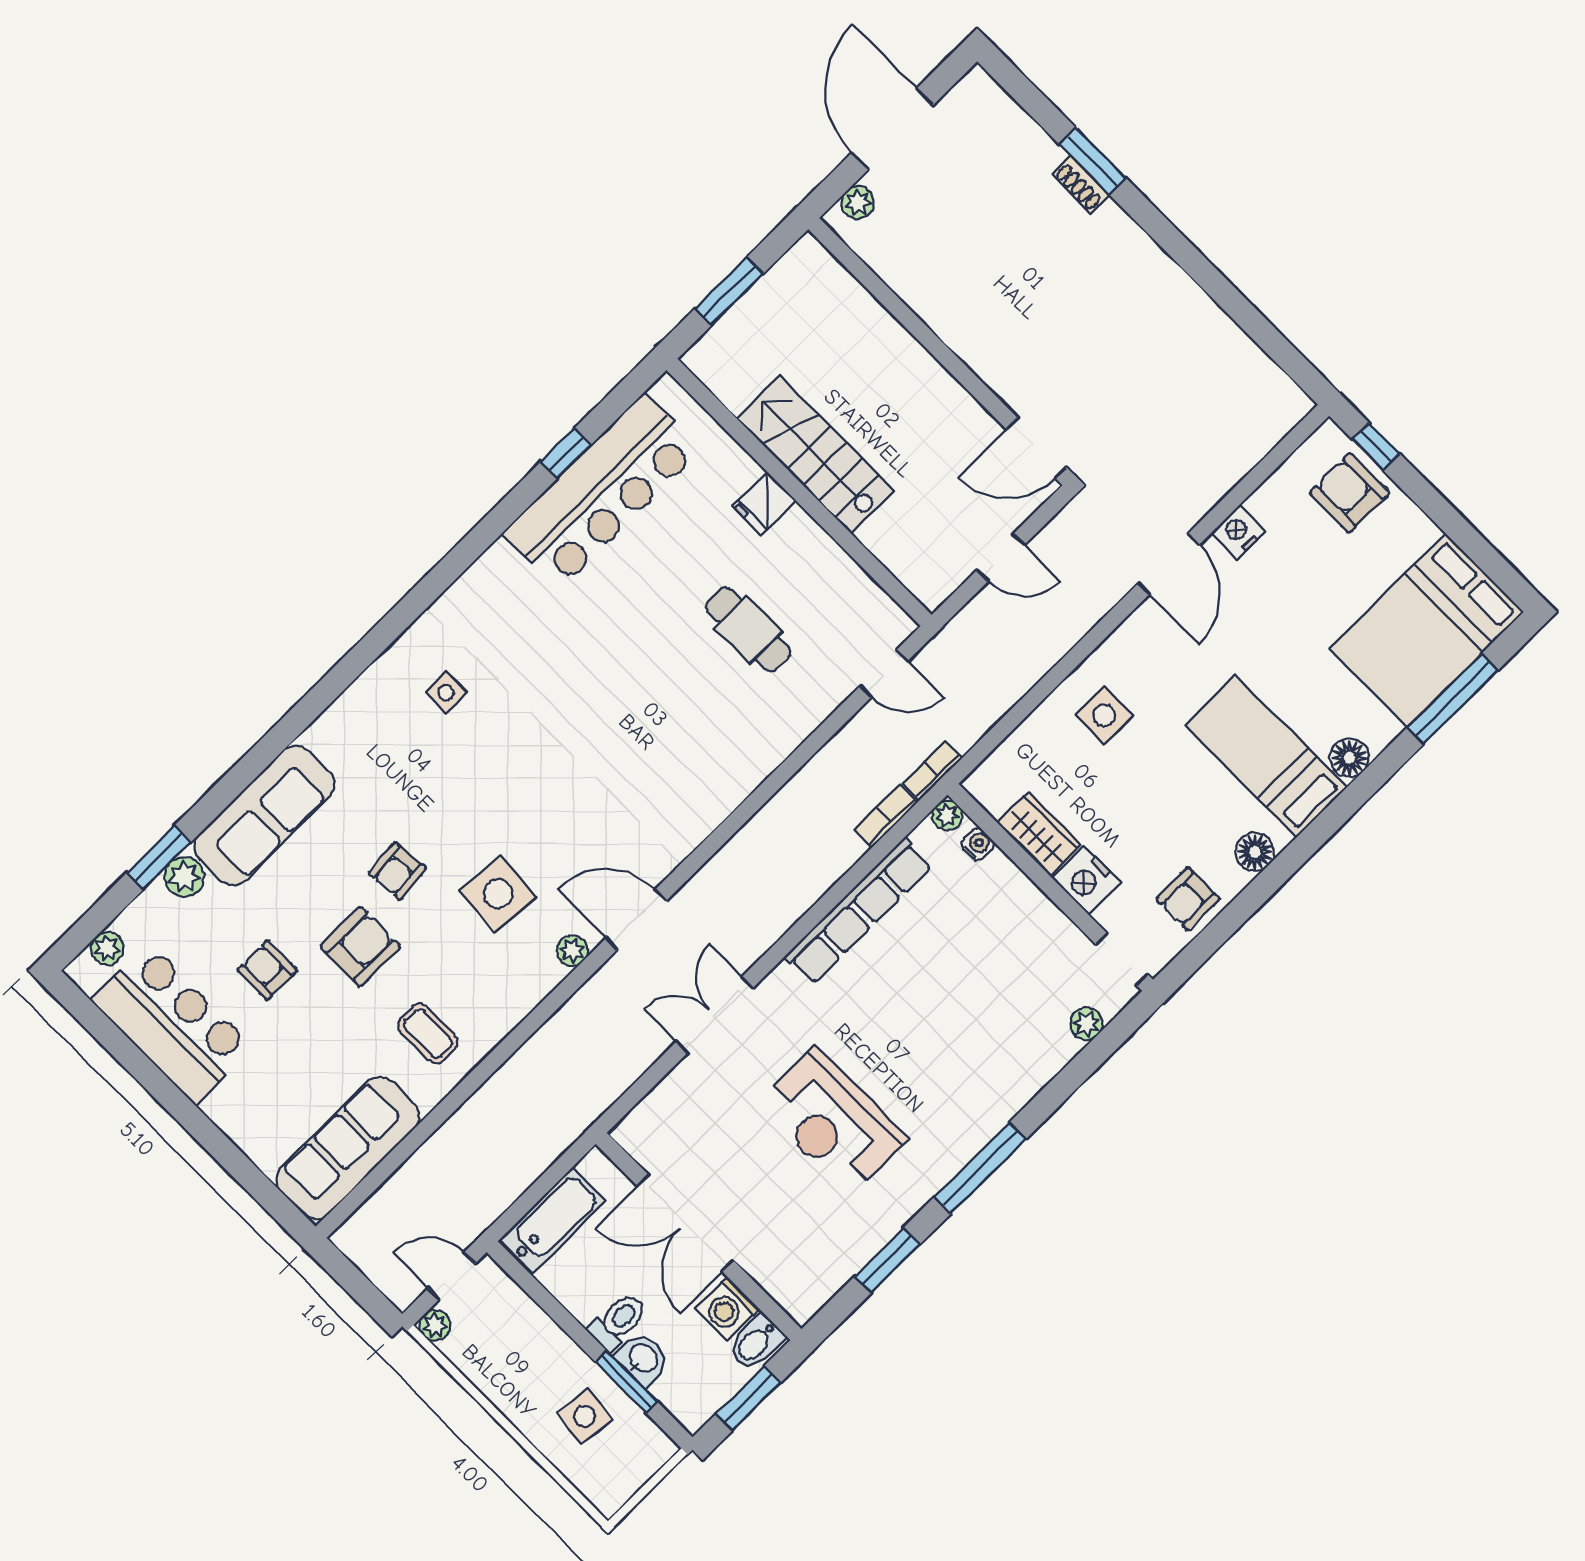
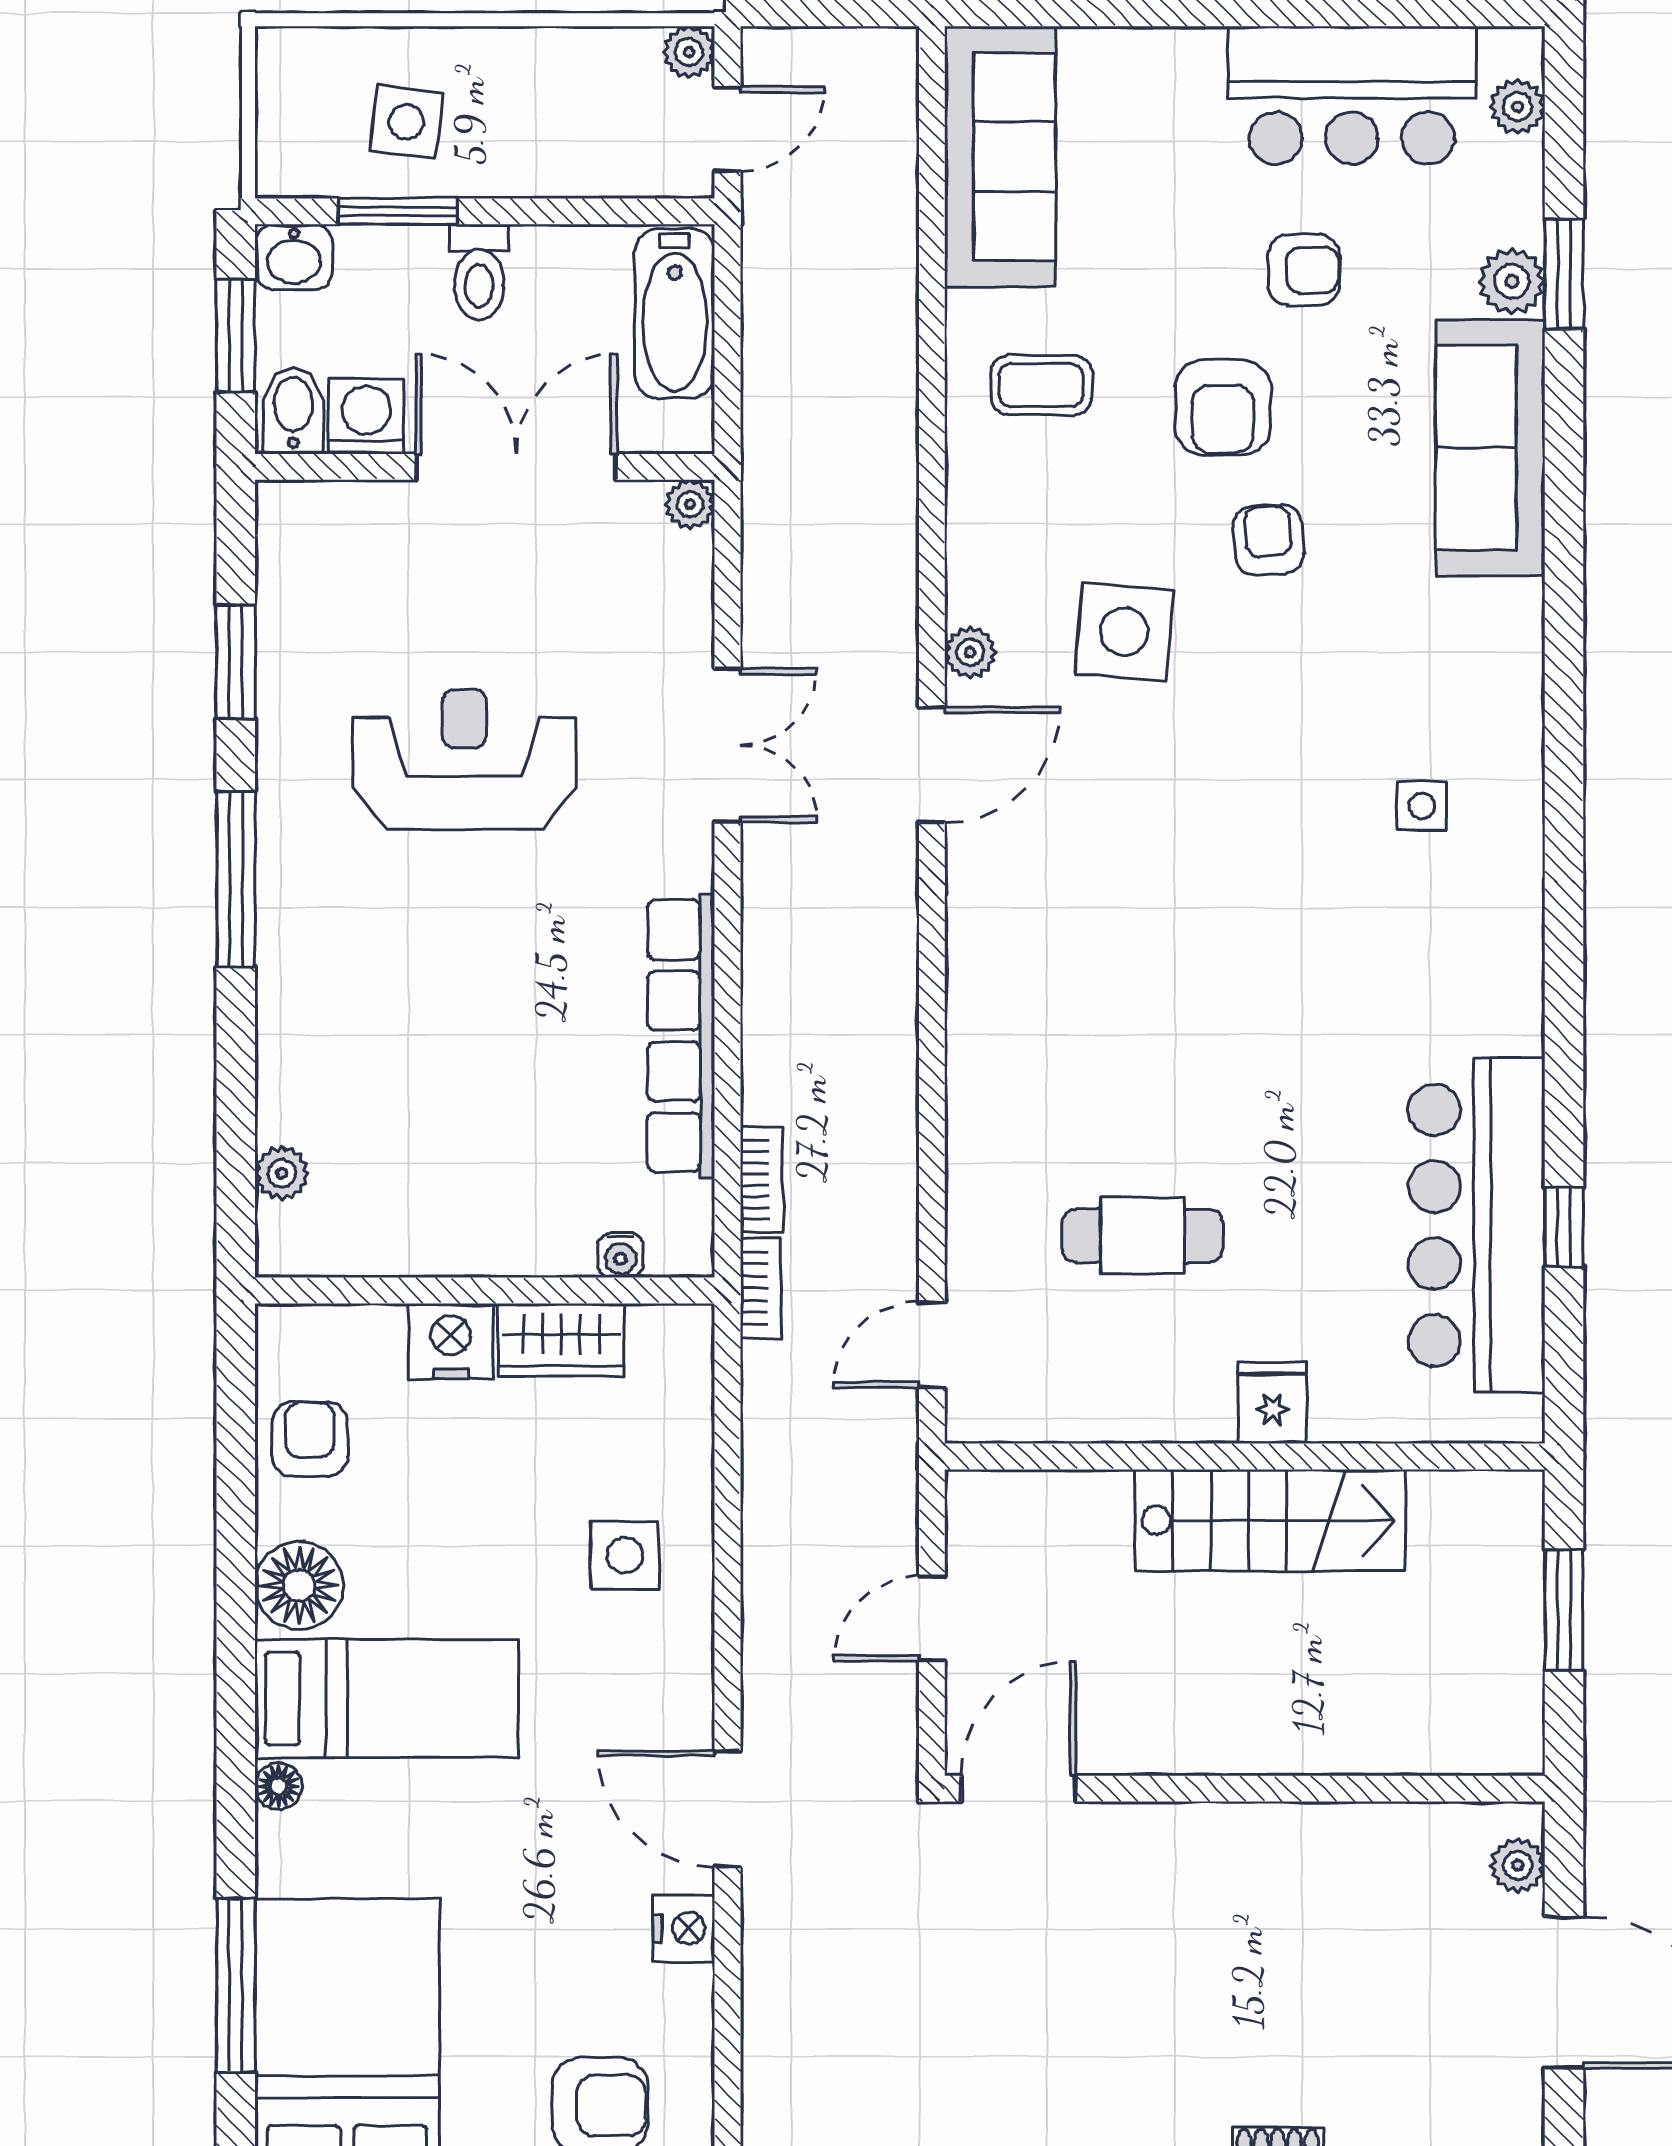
floor lamp: (1349, 758) -> (278, 1786), width x0.73, depth x0.73
plant: (947, 815) -> (690, 504), moved
floor lamp: (1255, 852) -> (299, 1585), width x1.38, depth x1.38
doorway: (1122, 959) -> (316, 1291), removed
washbasin: (642, 1359) -> (294, 257), moved

